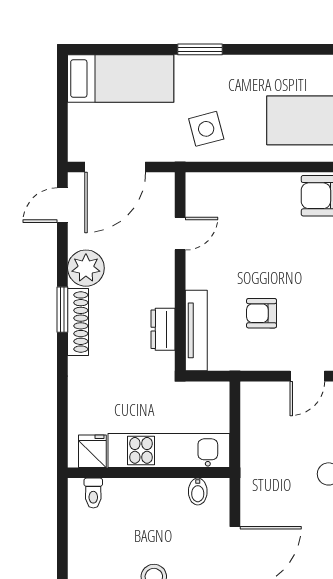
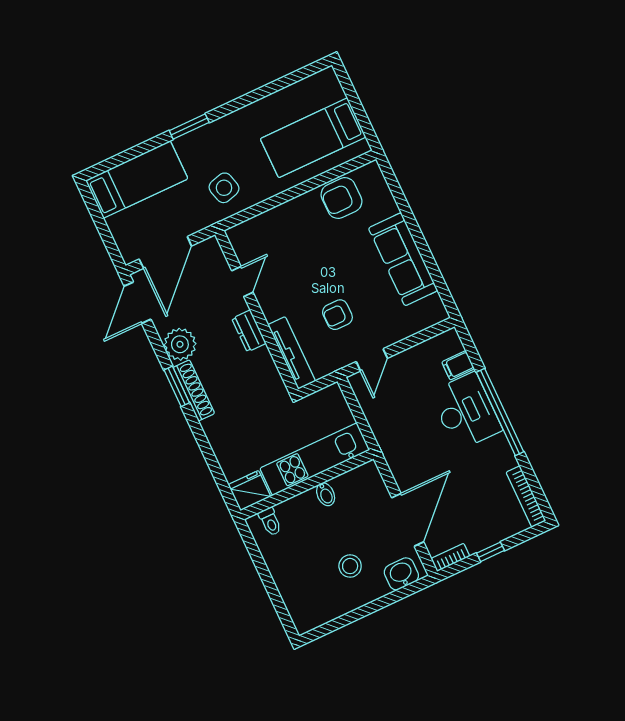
door: (62, 205) -> (138, 303), width x1.38
dresser: (163, 329) -> (249, 331), moved
door: (307, 376) -> (372, 360), moved
fridge: (92, 451) -> (249, 491), width x1.38
bidet: (198, 492) -> (326, 494), moved

